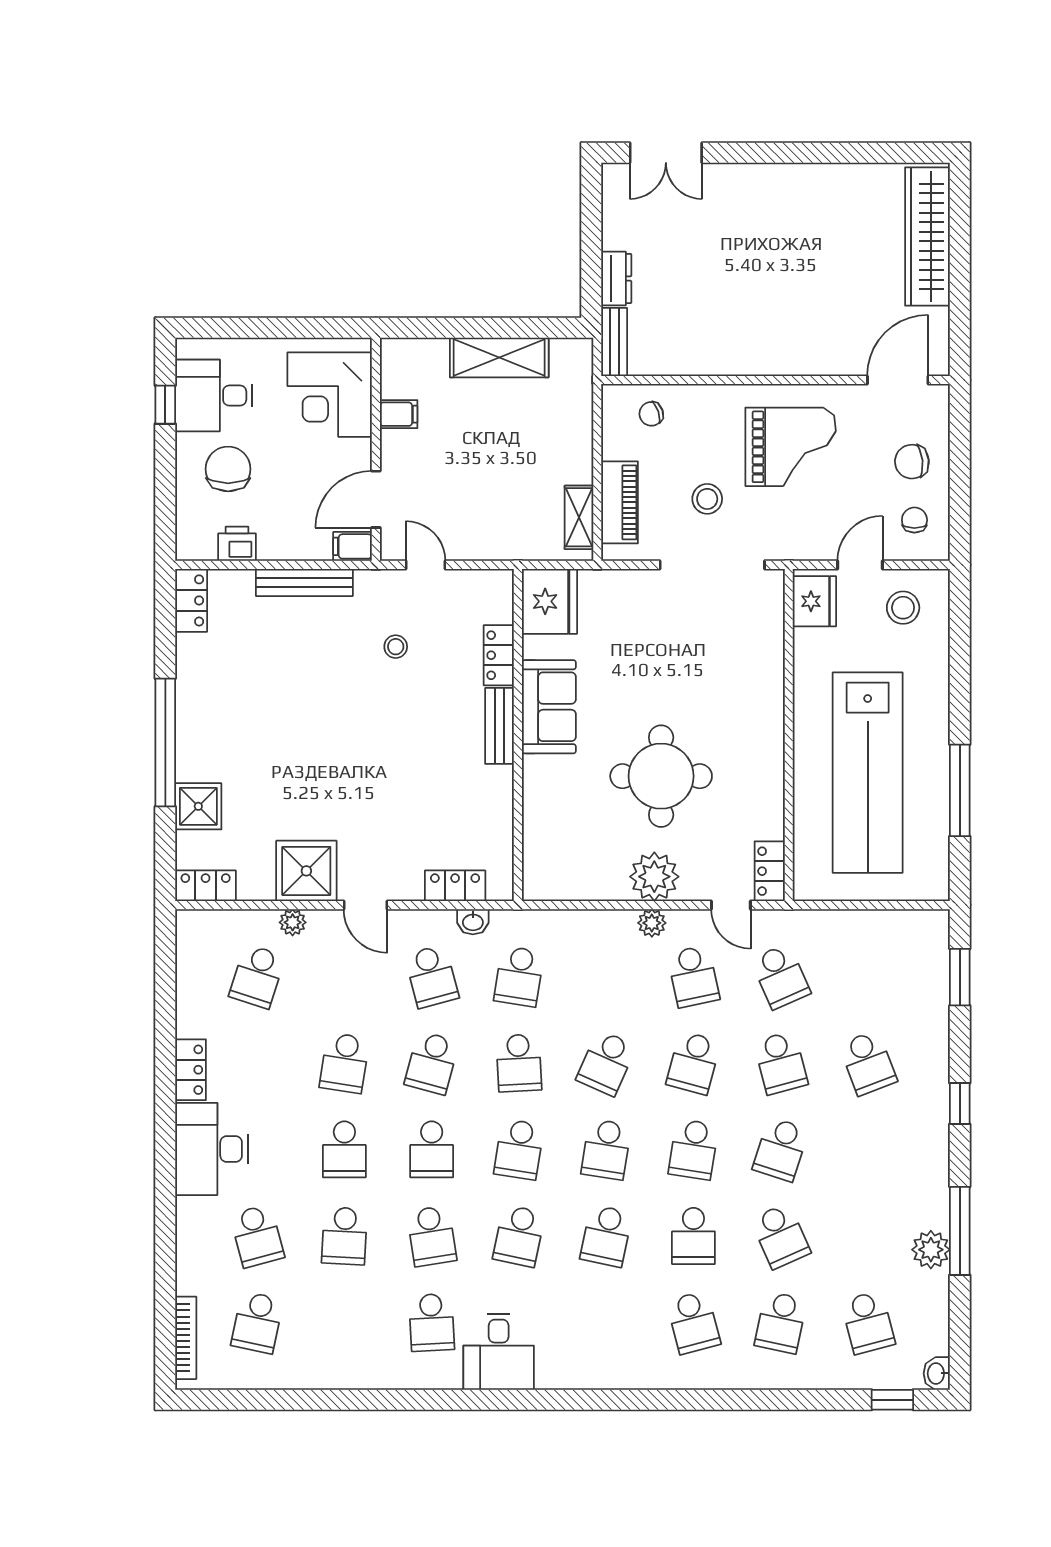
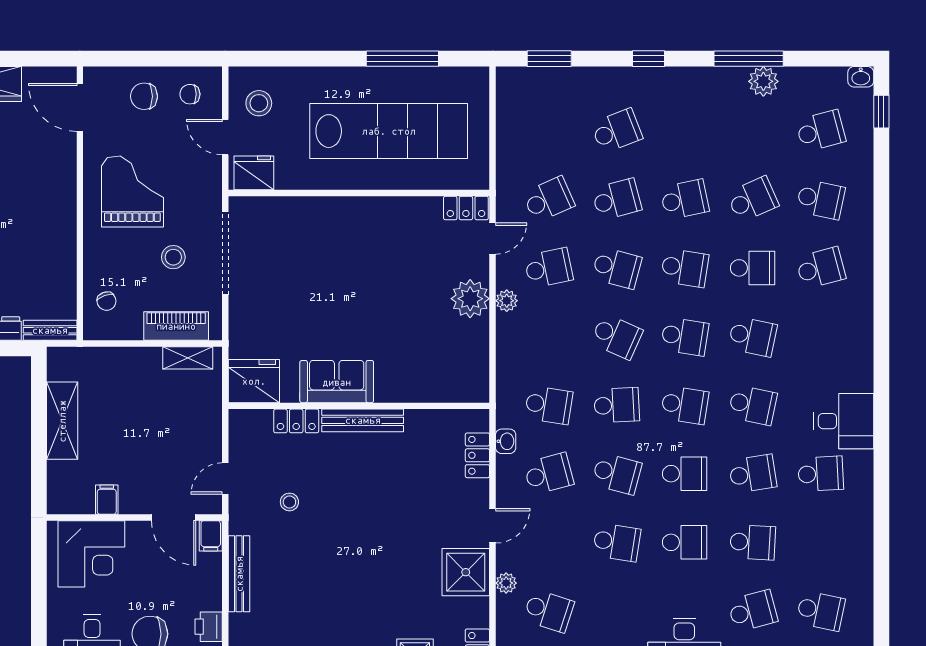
chair: (912, 462) -> (144, 96), turned 96
bench: (500, 726) -> (363, 420), width x1.36
round table: (661, 776) -> (391, 293), removed
school desk: (781, 1149) -> (685, 199), turned -30

